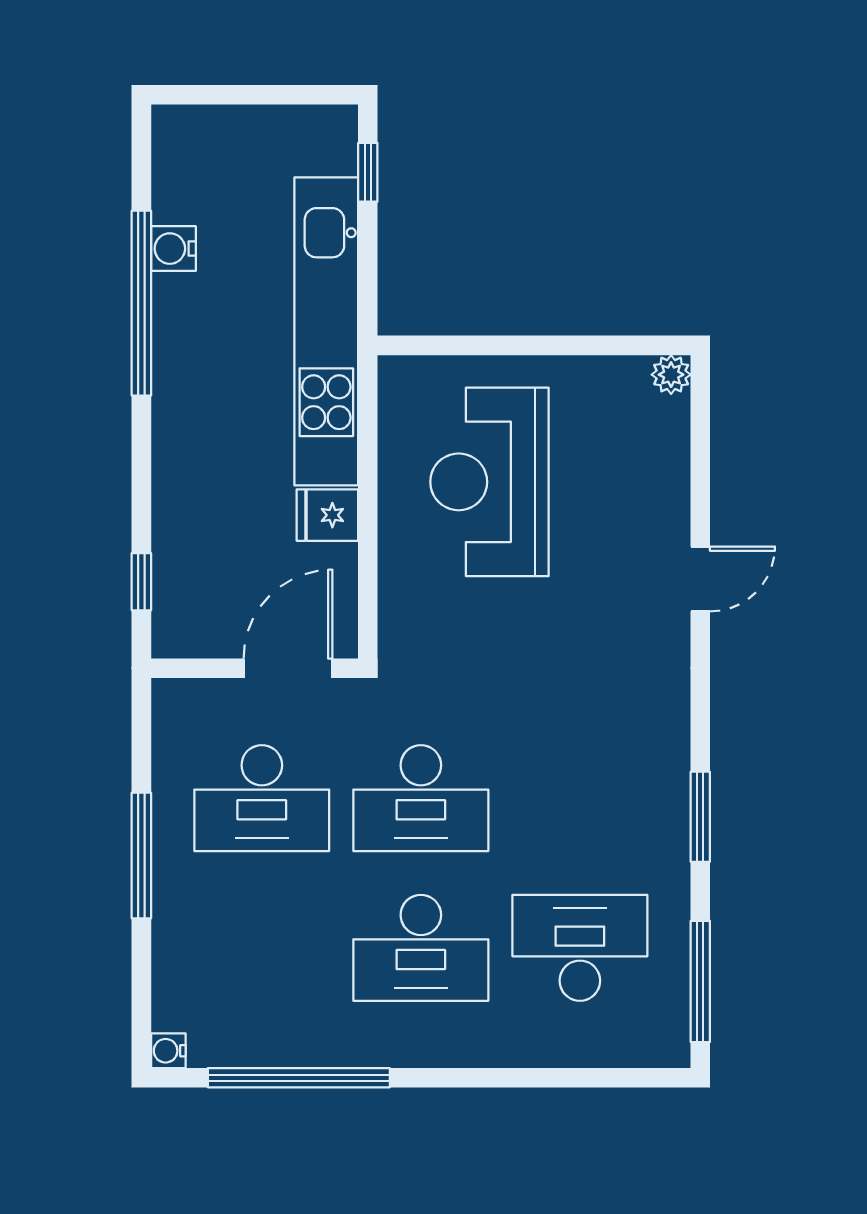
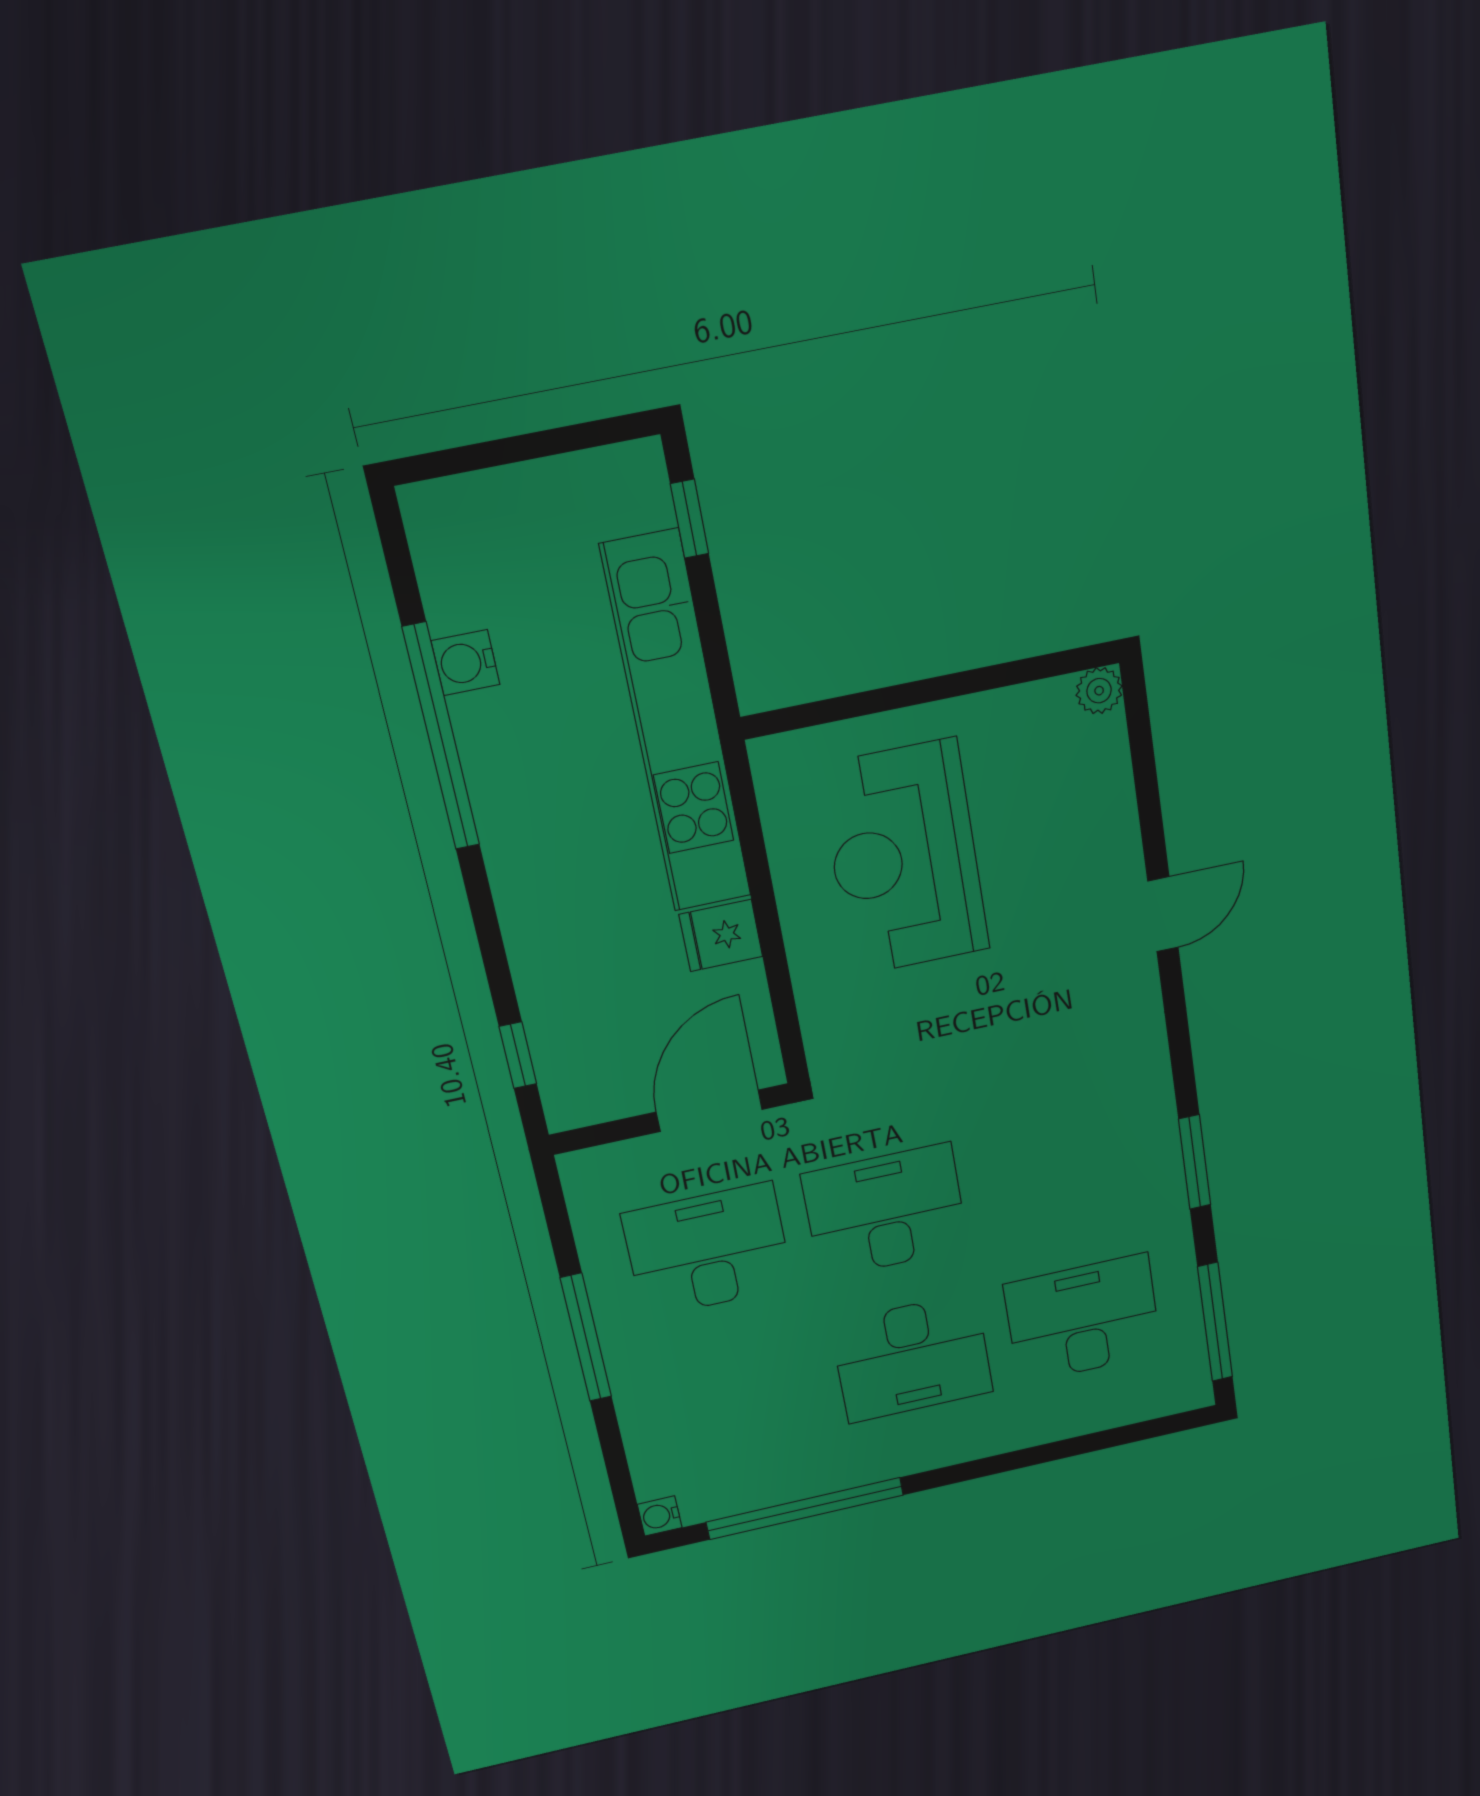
desk: (262, 798) -> (708, 1250), turned 180
desk: (421, 798) -> (885, 1211), turned 180

